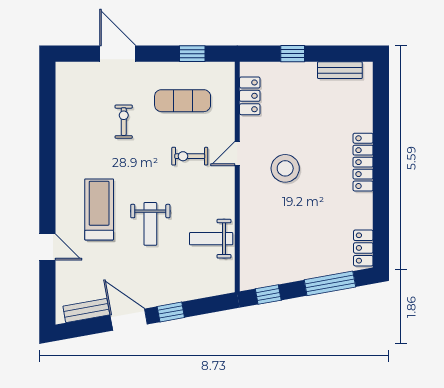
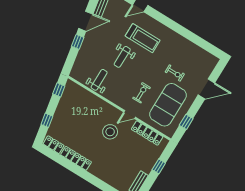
locker: (250, 96) -> (147, 133), width x1.53
exercise mat: (183, 101) -> (168, 105), width x2.00, depth x1.45
door: (237, 154) -> (130, 115), swing flipped
locker: (363, 162) -> (76, 158), moved
weight bench: (150, 224) -> (122, 57), turned -90
window: (330, 283) -> (47, 120), width x0.46

